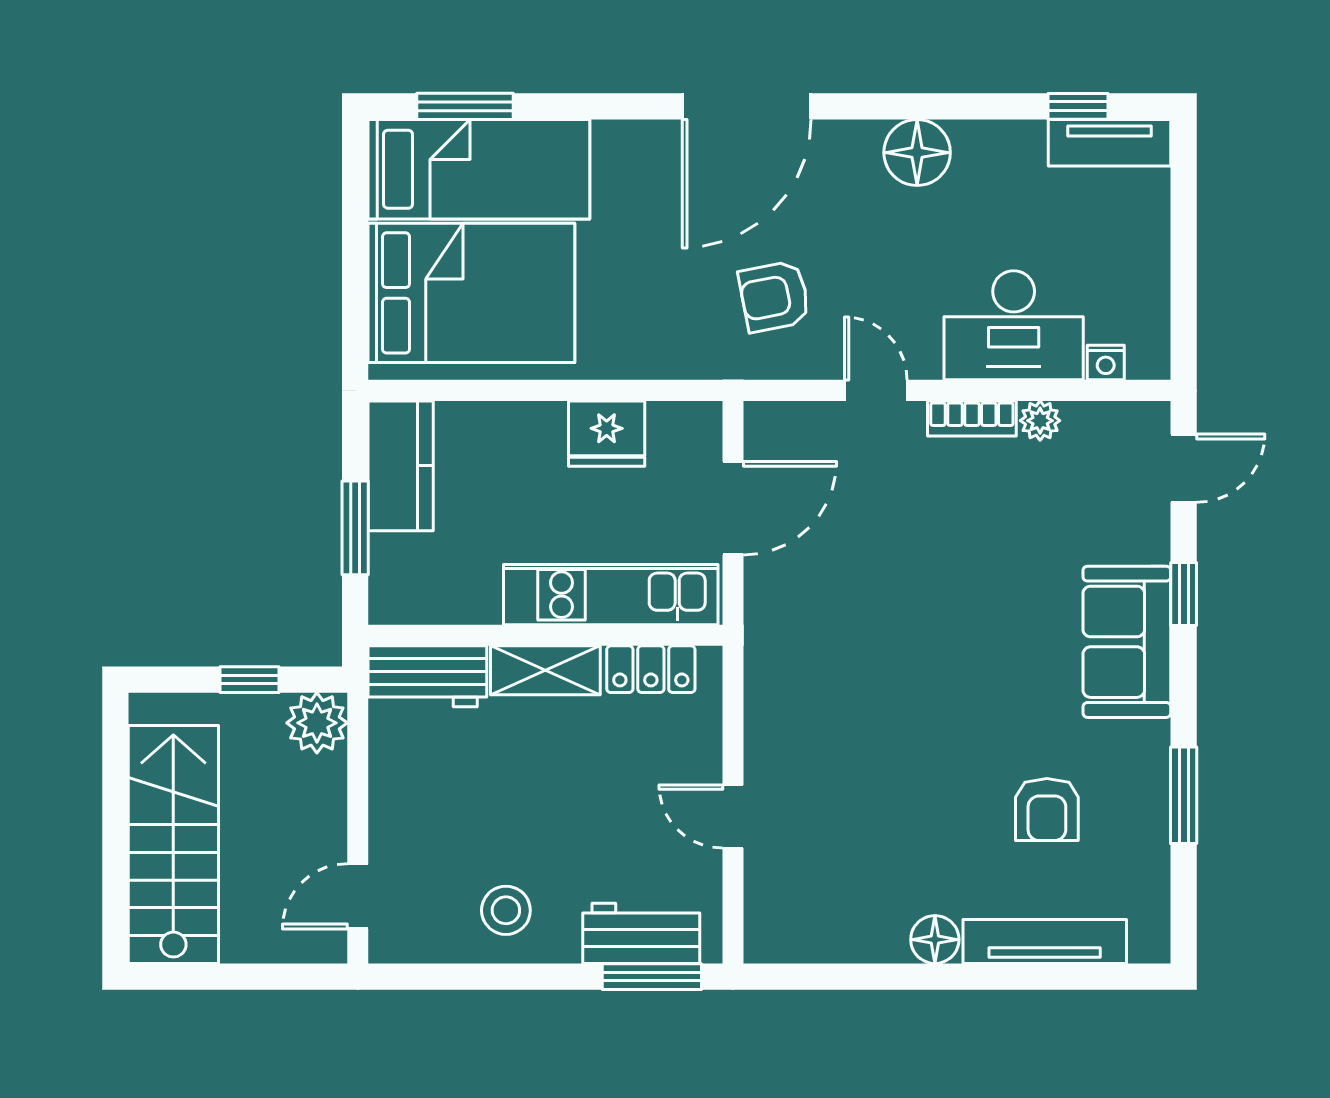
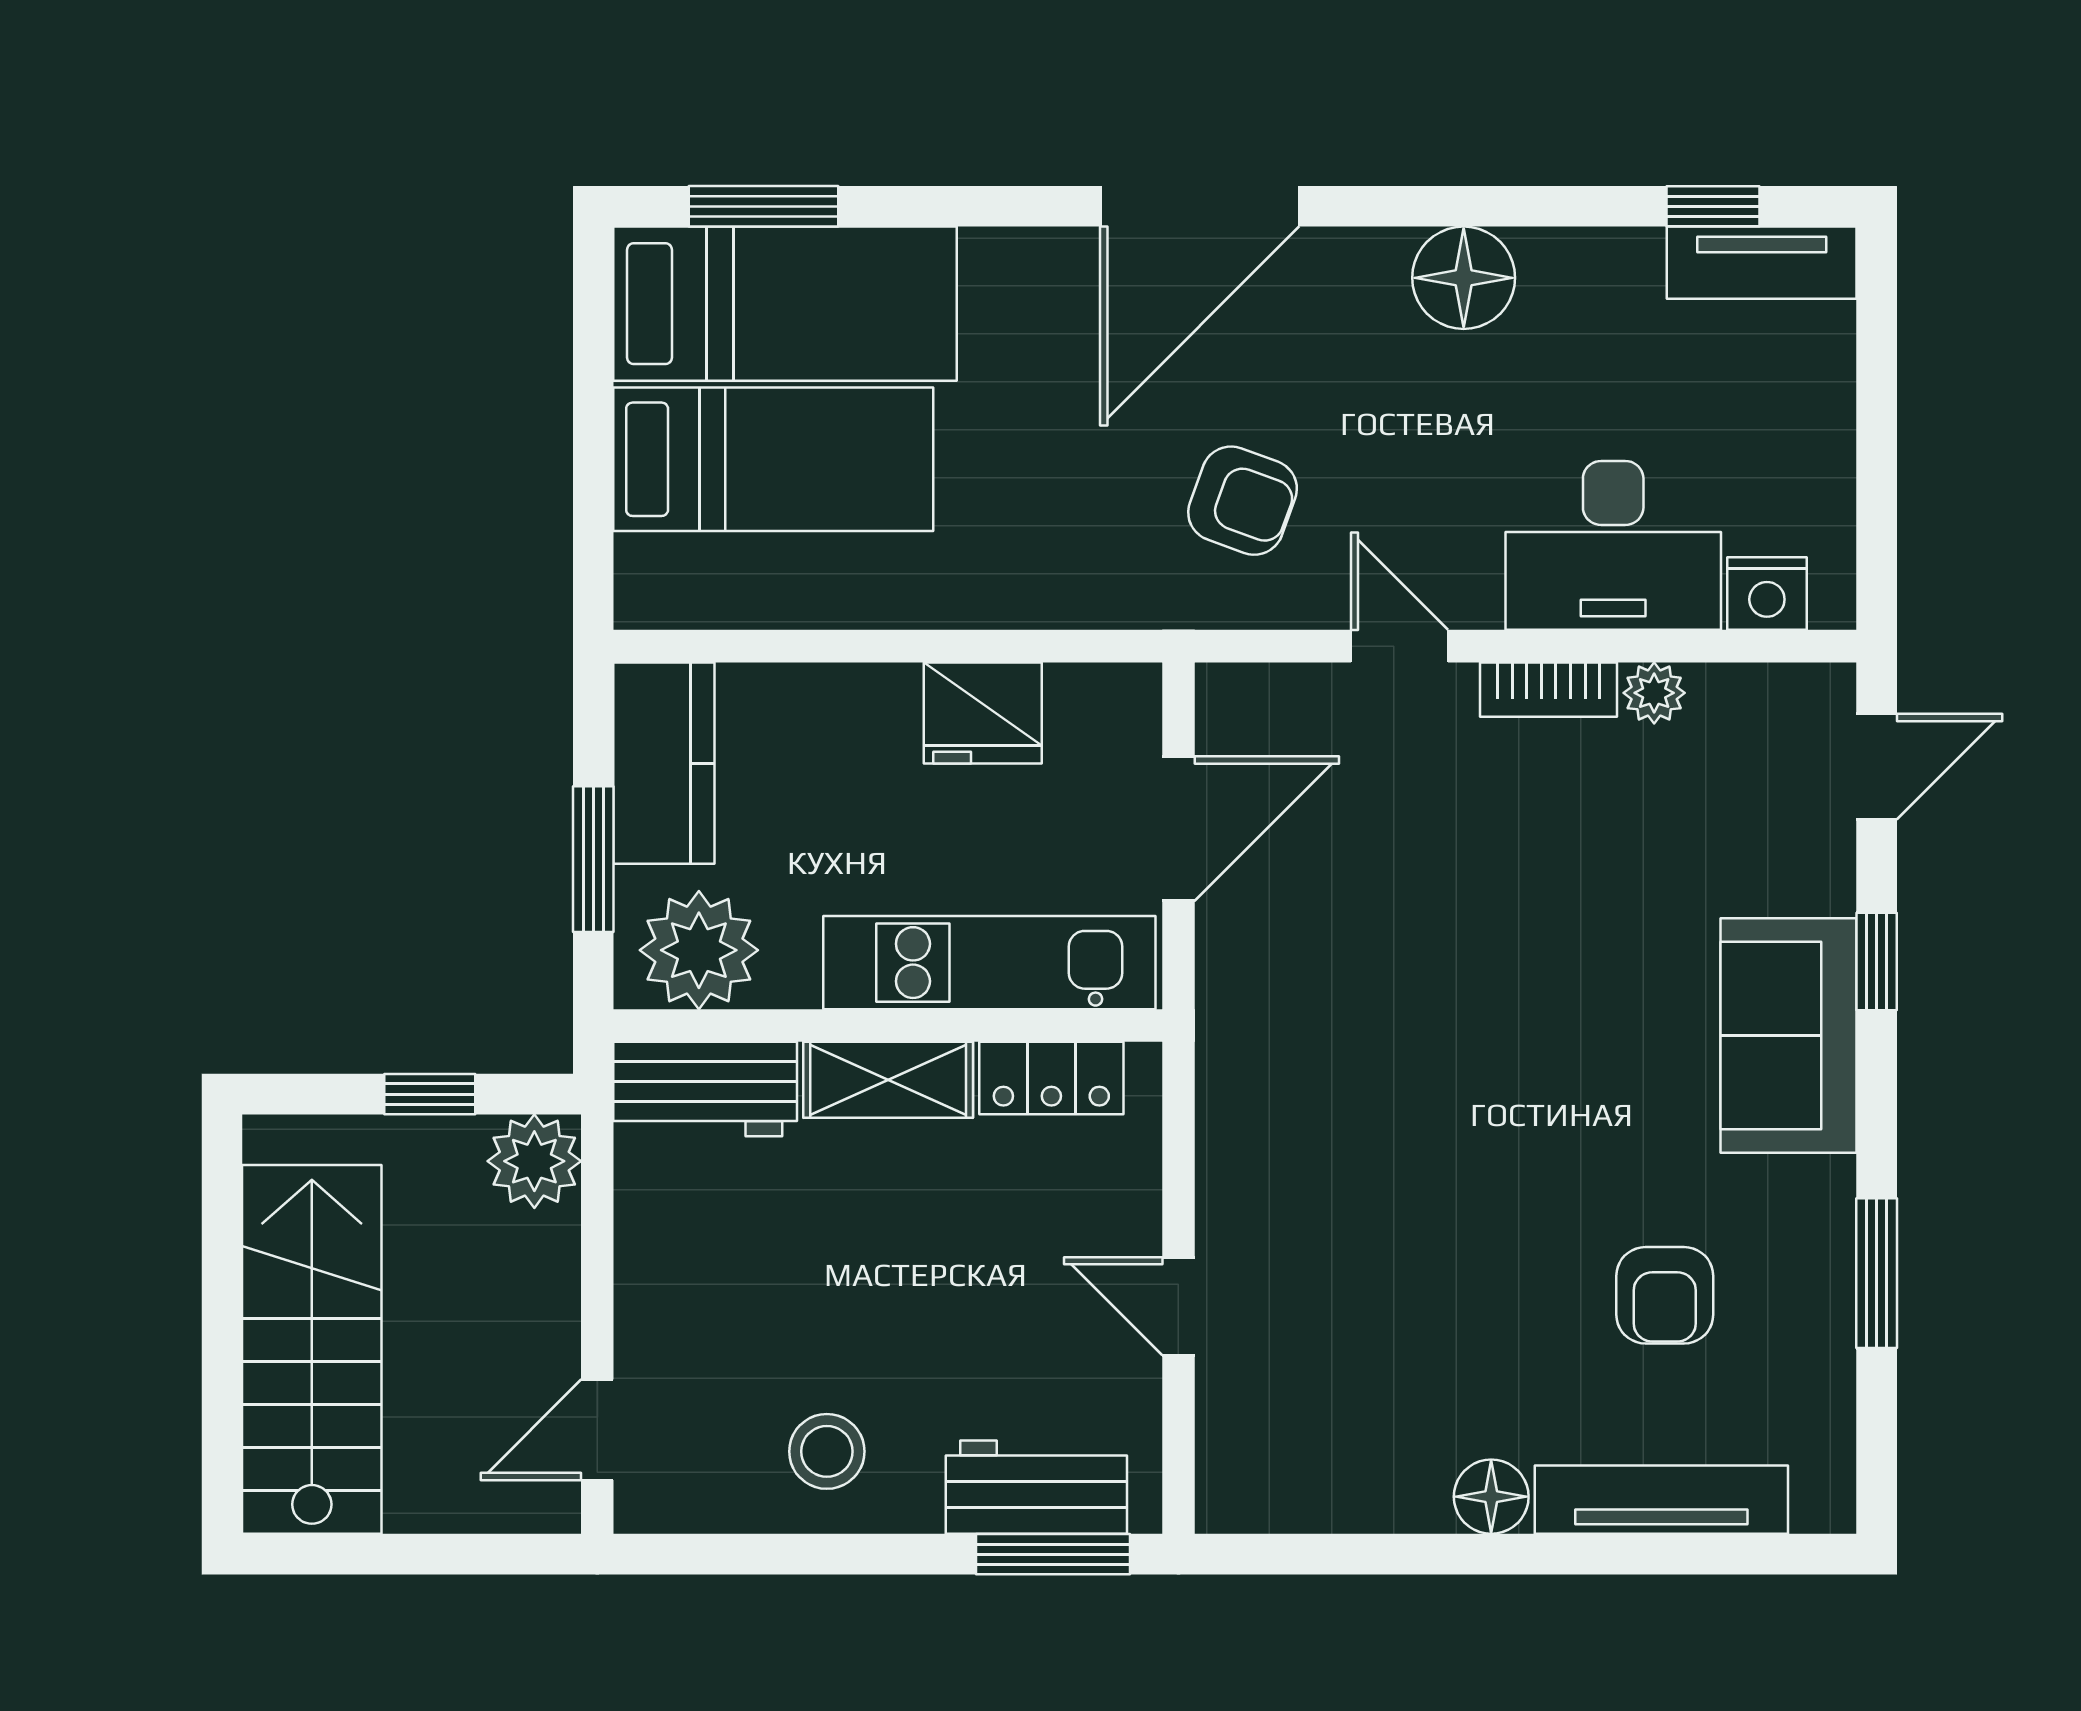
bed: (471, 293) -> (773, 459), width x0.67
armchair: (774, 296) -> (1243, 501), turned -149
nightstand: (1106, 363) -> (1767, 594), width x1.39, depth x1.35
plant: (423, 587) -> (699, 950), added

